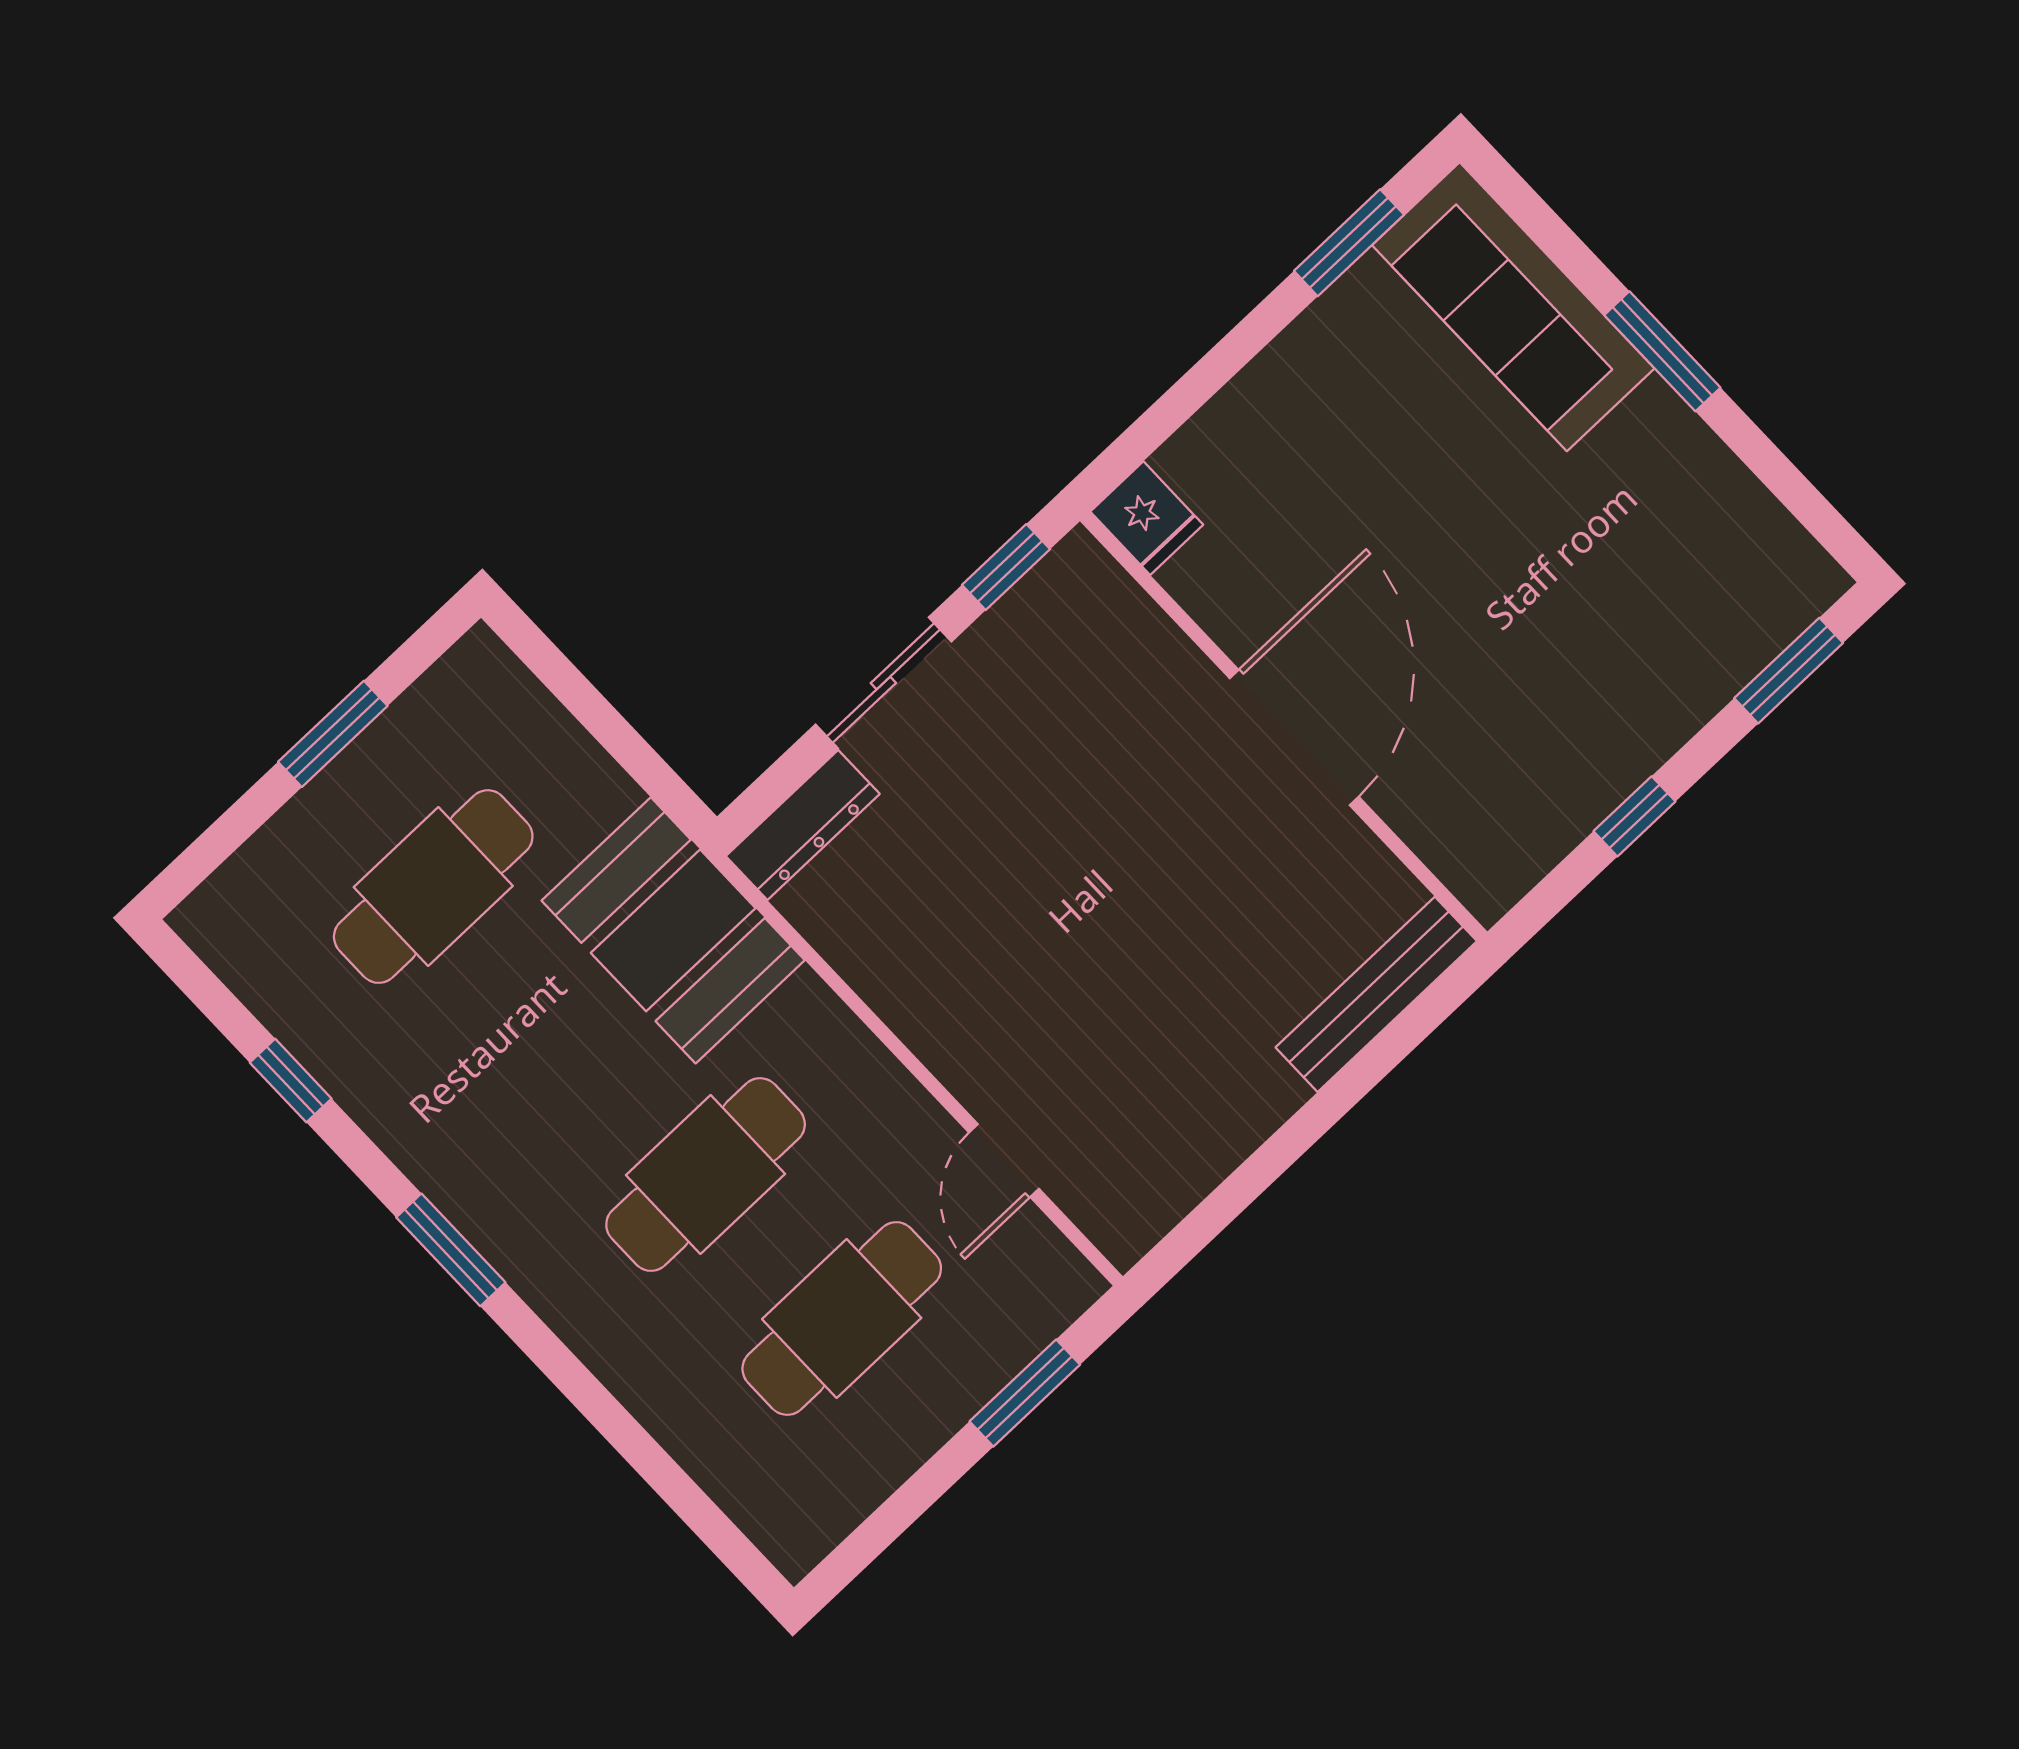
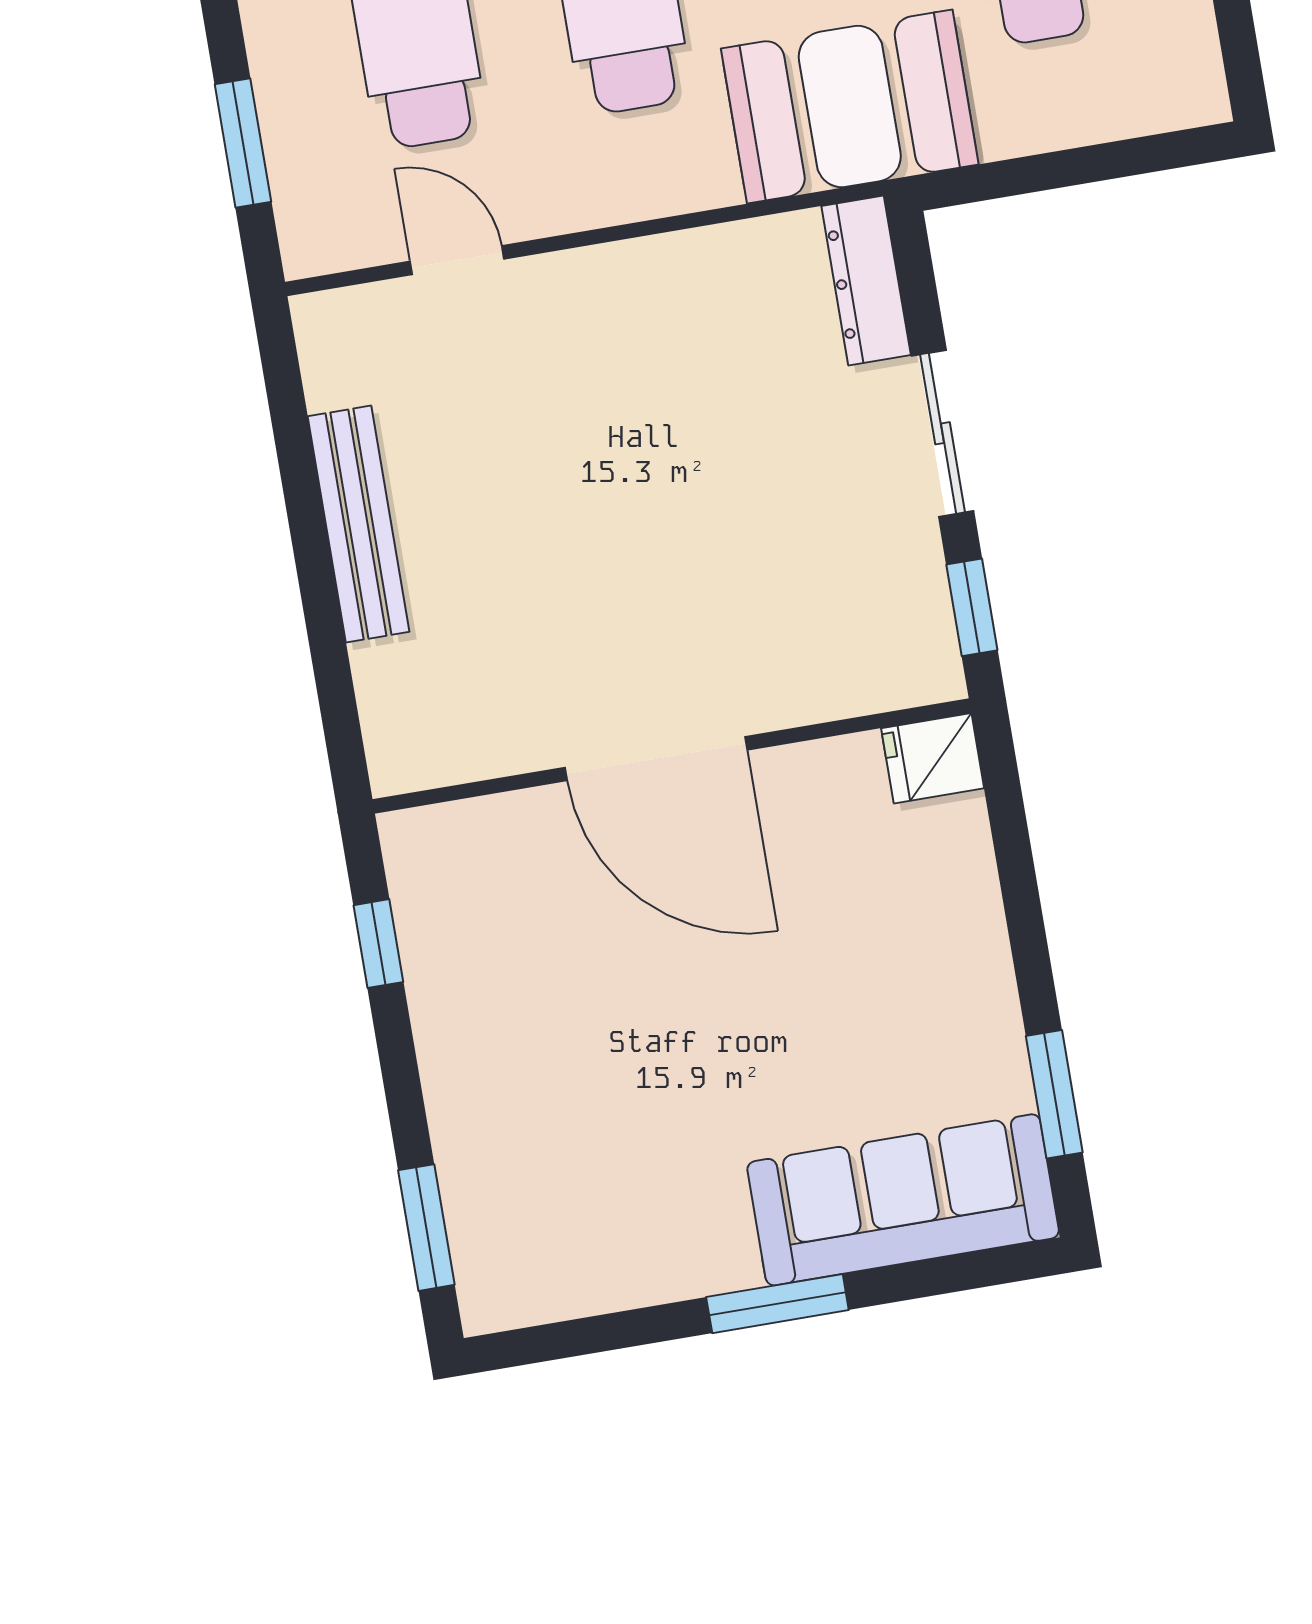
window: (1635, 816) -> (378, 944), moved
bench: (1376, 994) -> (358, 524), moved

